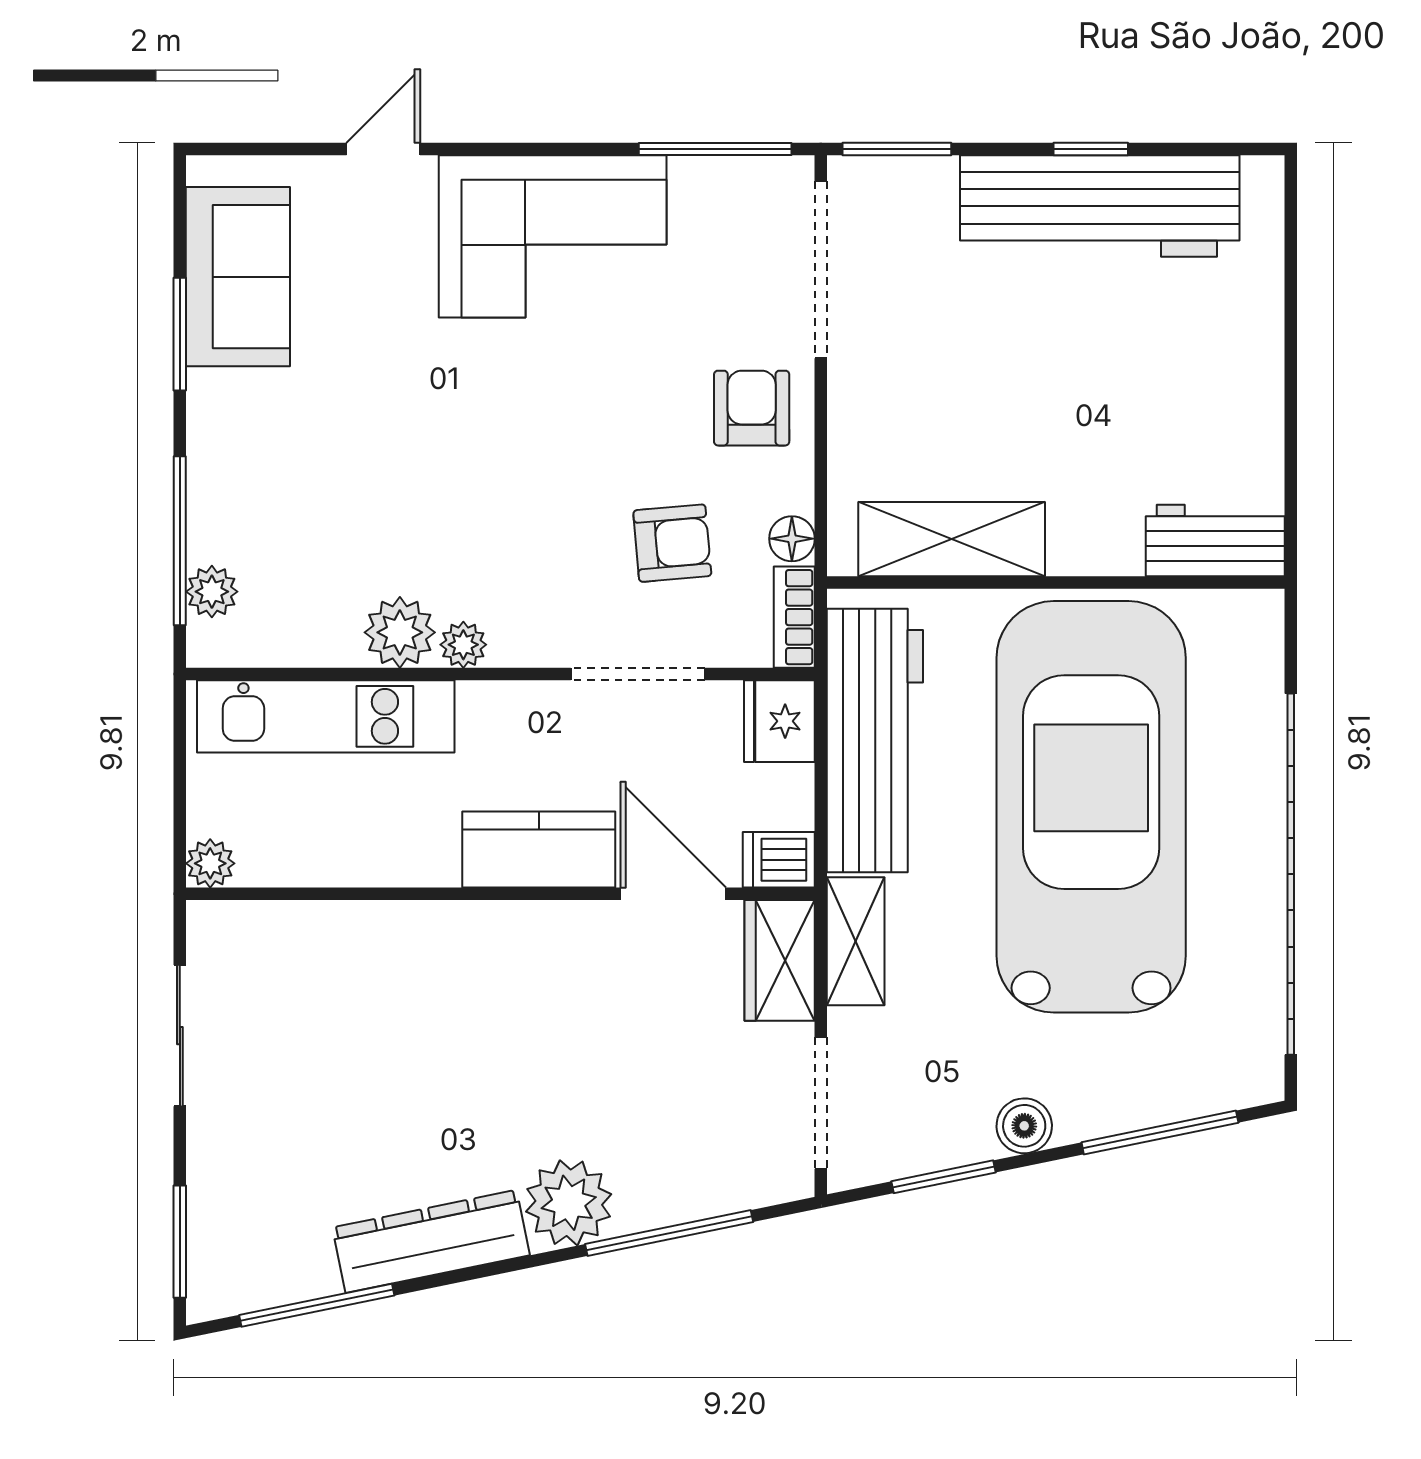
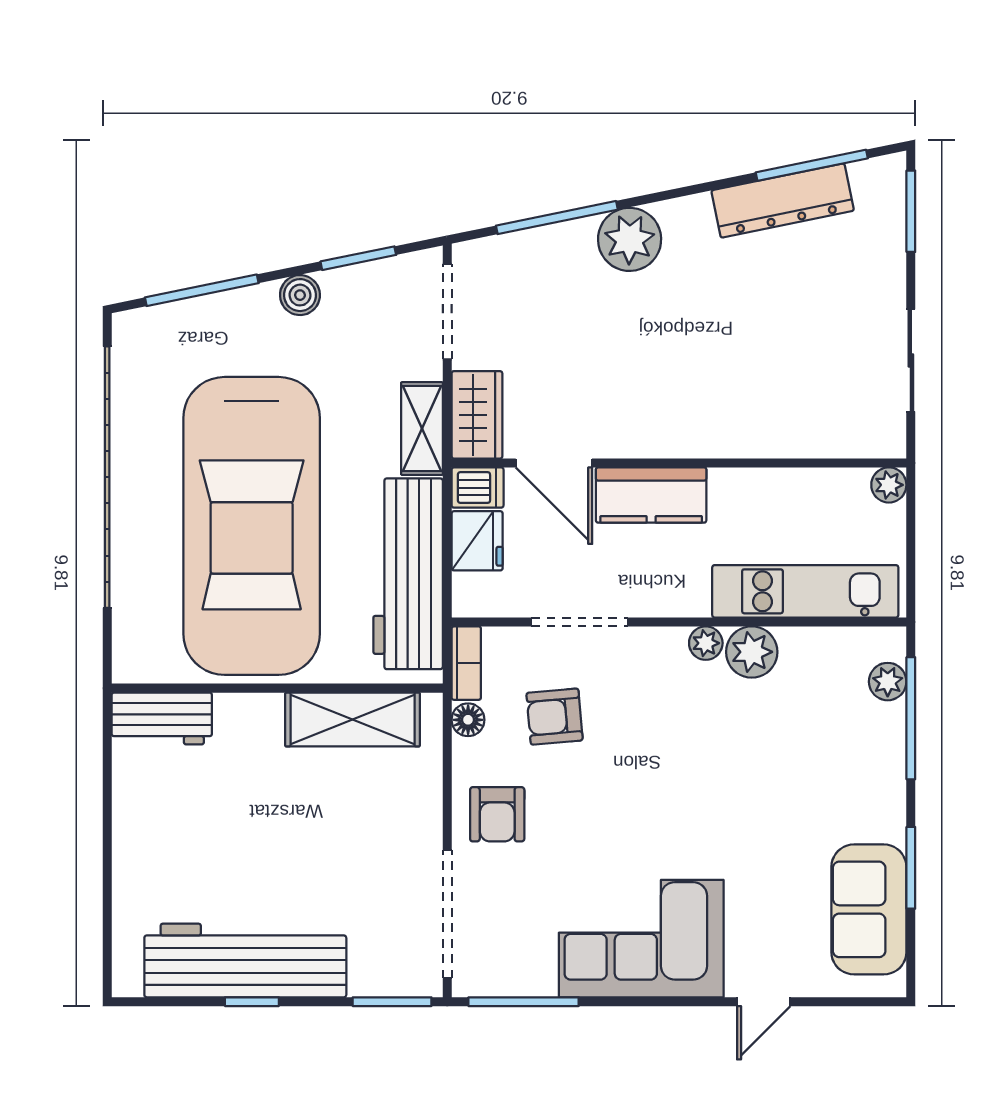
fridge: (779, 721) -> (477, 541), moved
dresser: (431, 1241) -> (783, 201), moved

